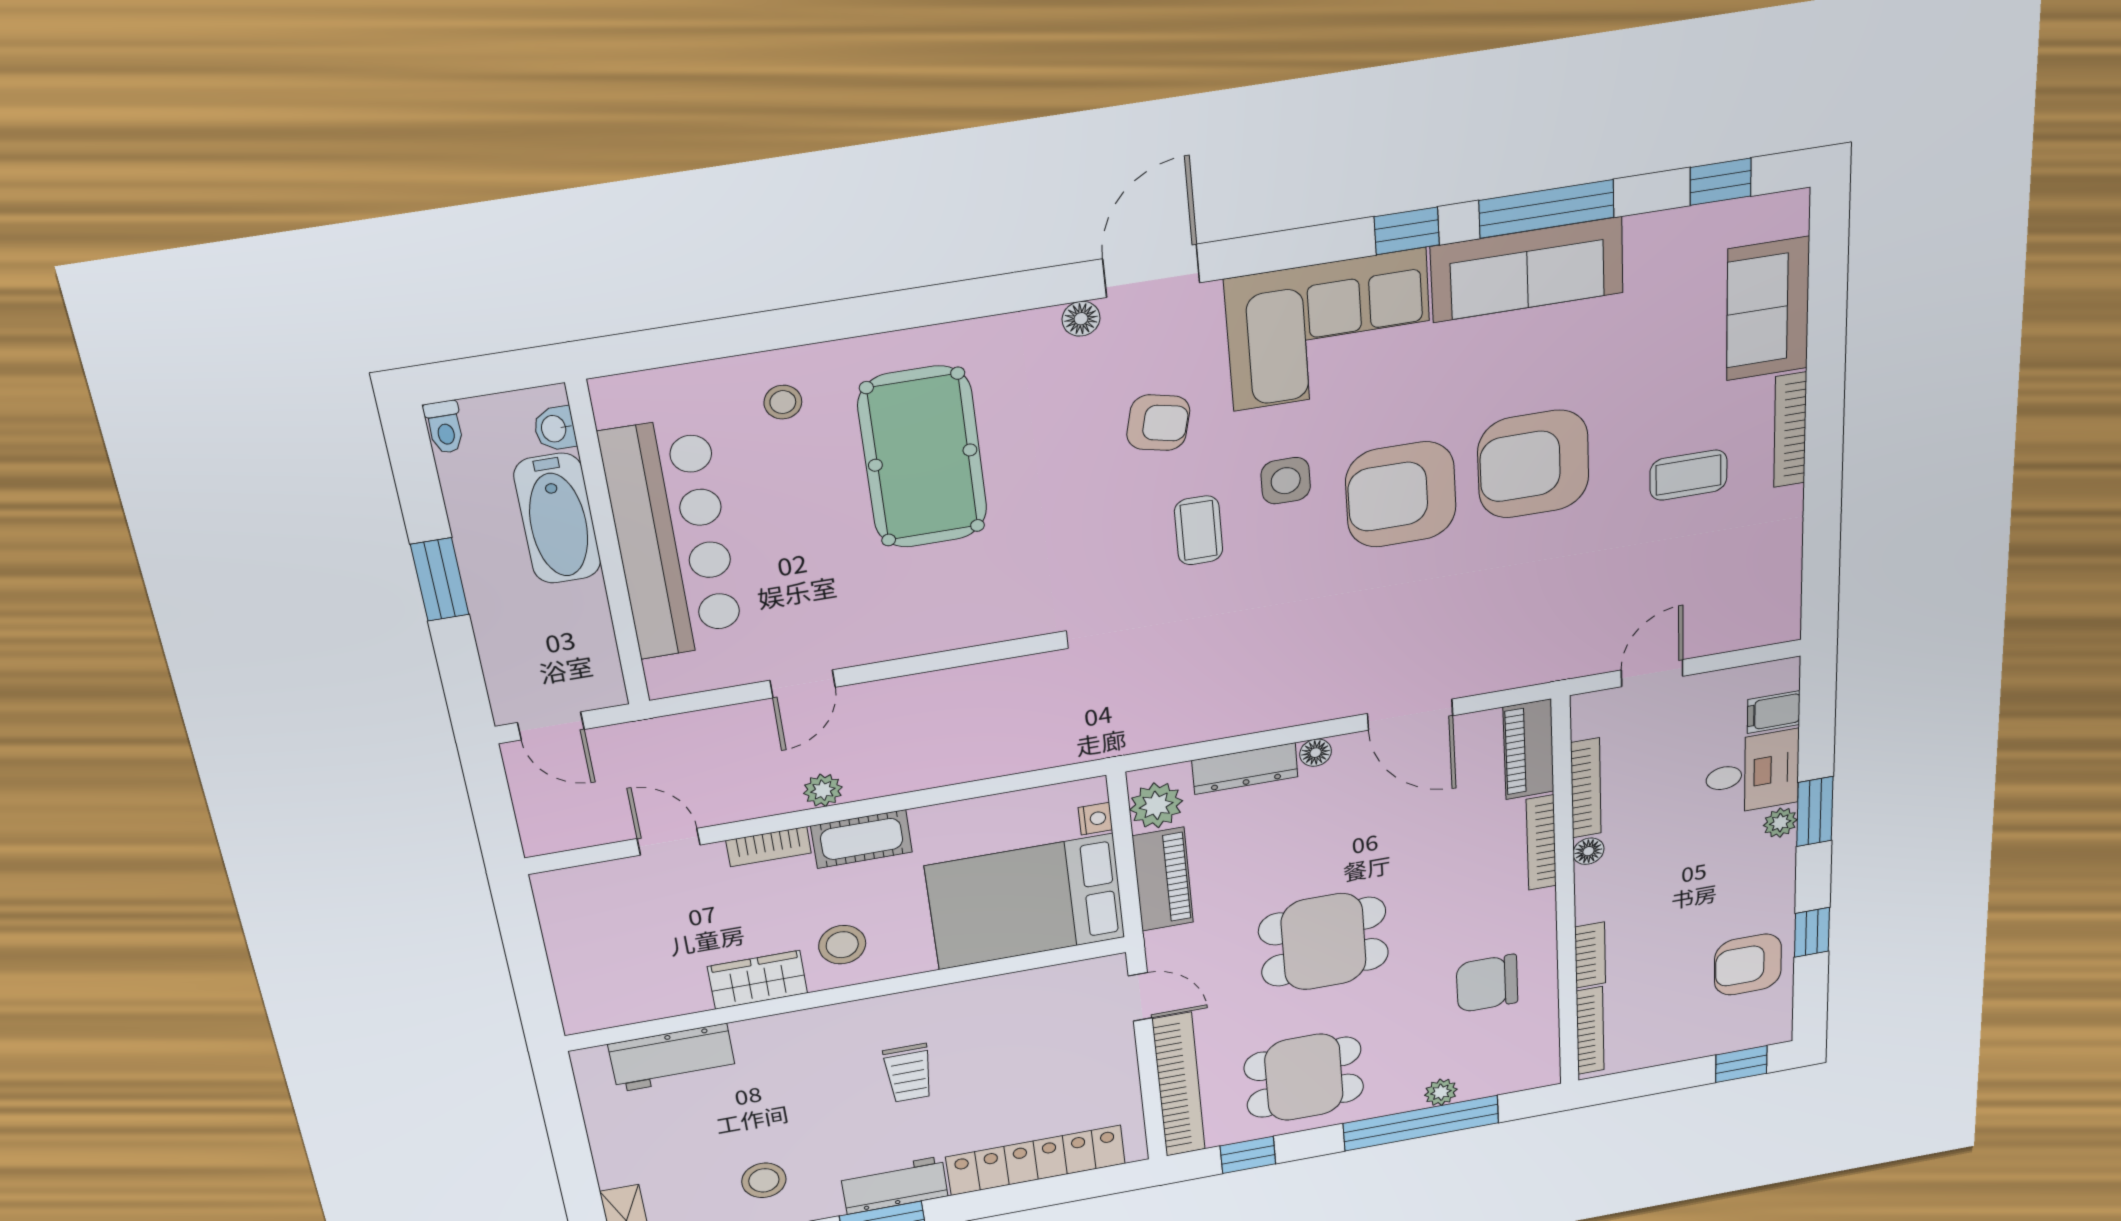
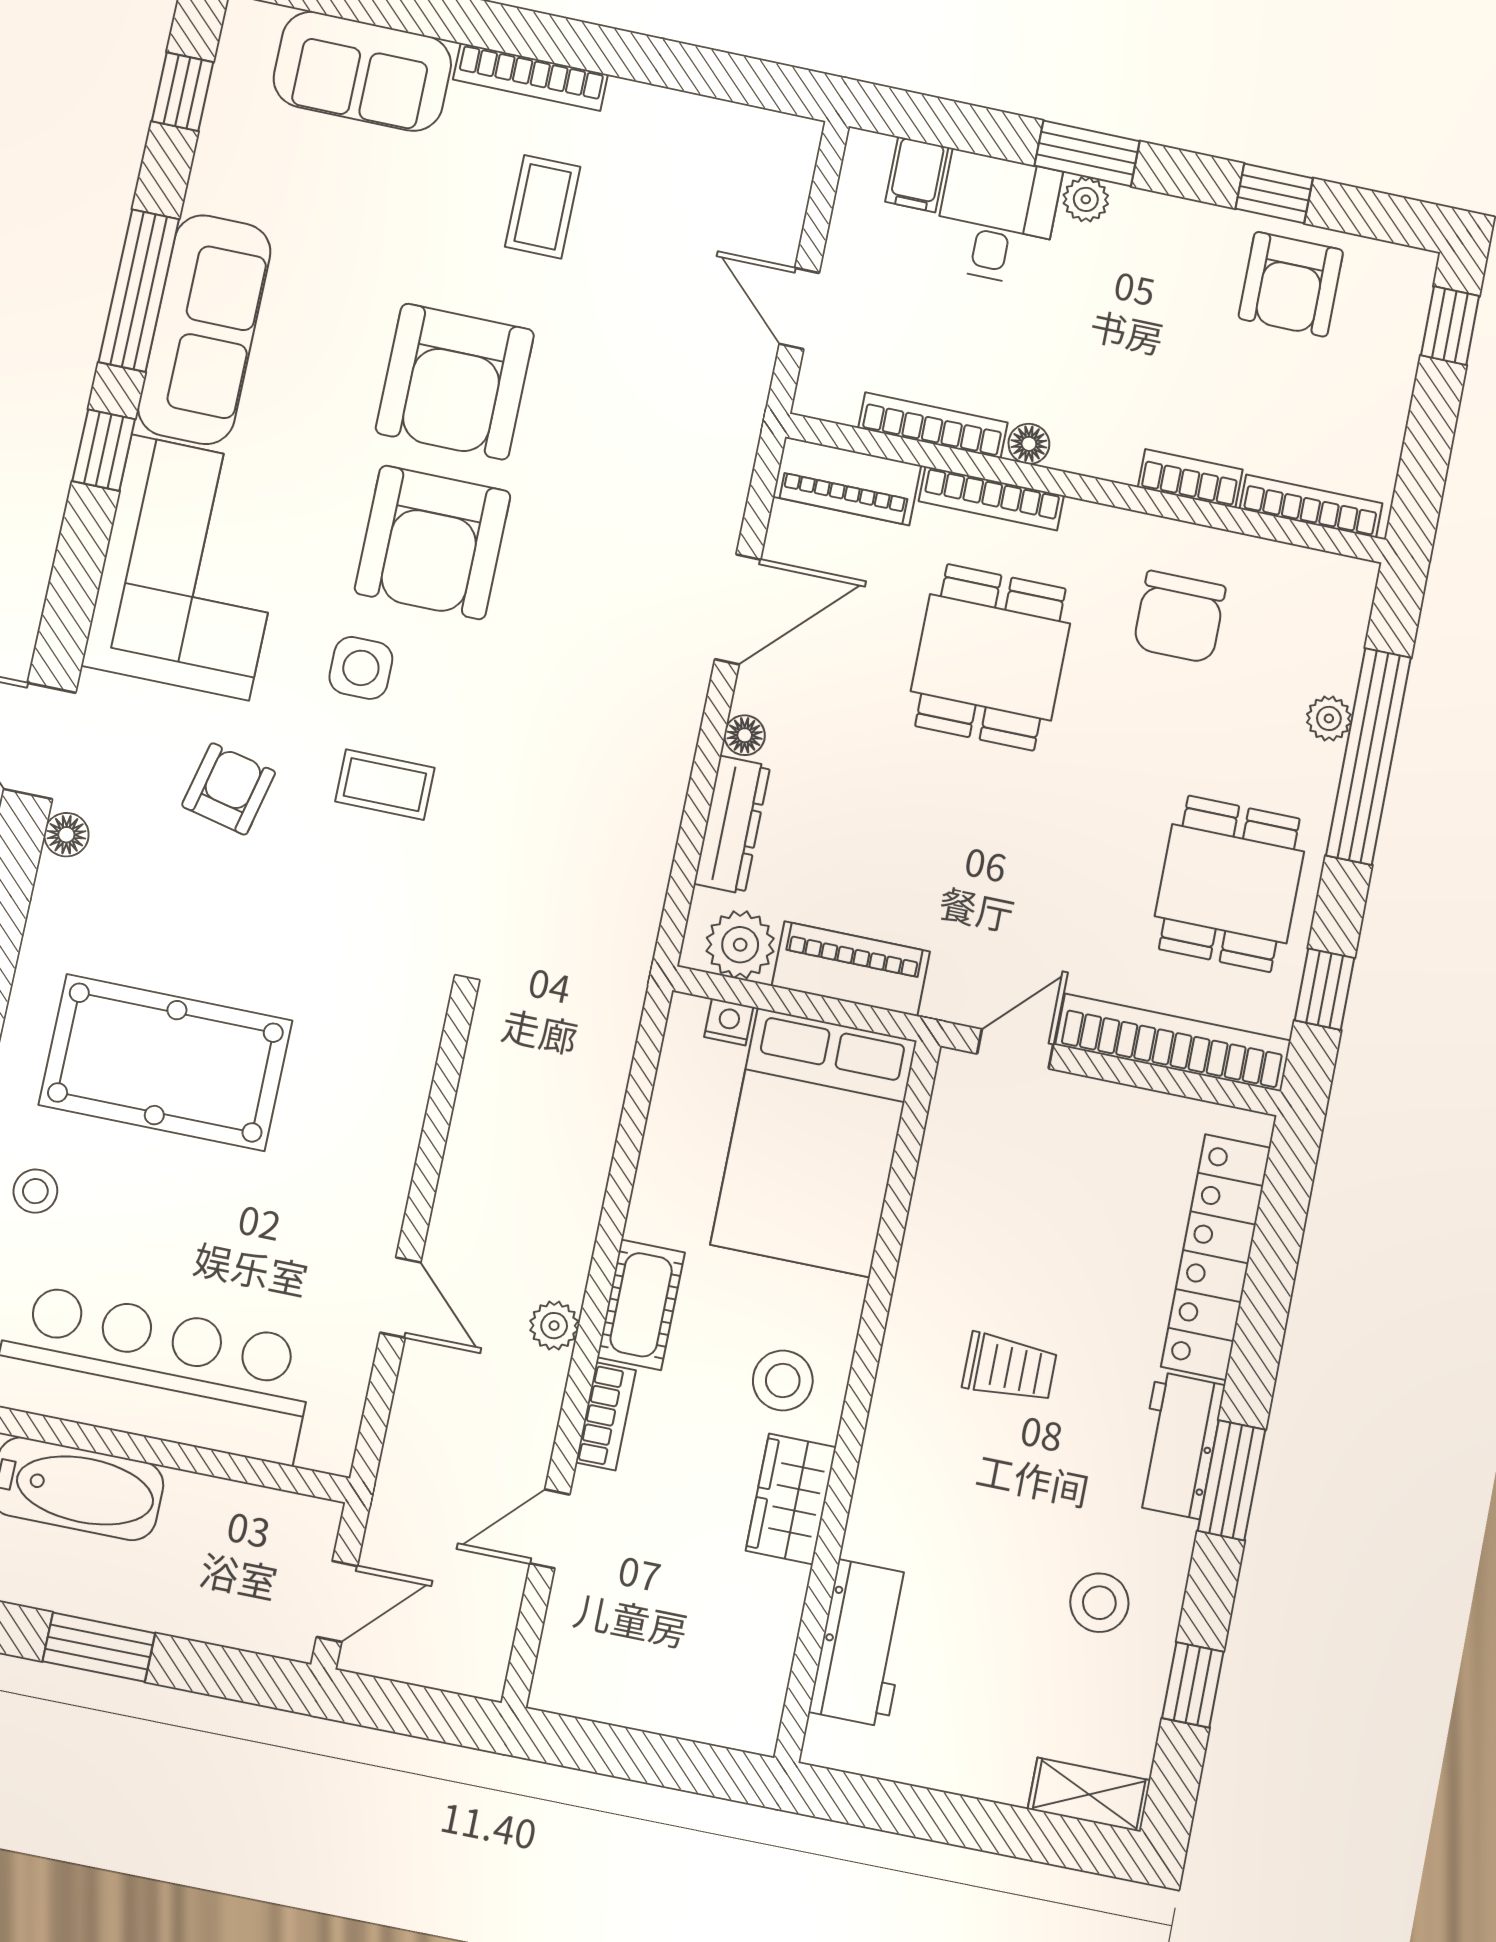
dining table: (1324, 942) -> (990, 657), moved

